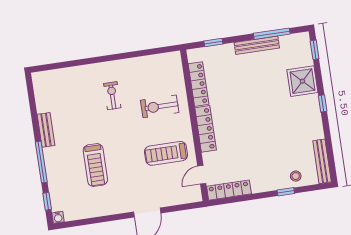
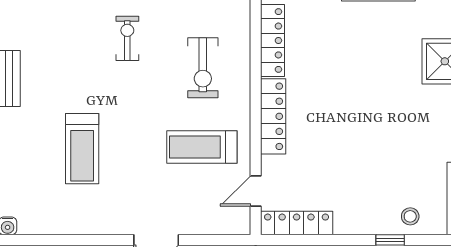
exercise bike: (160, 106) -> (203, 68), turned -90

